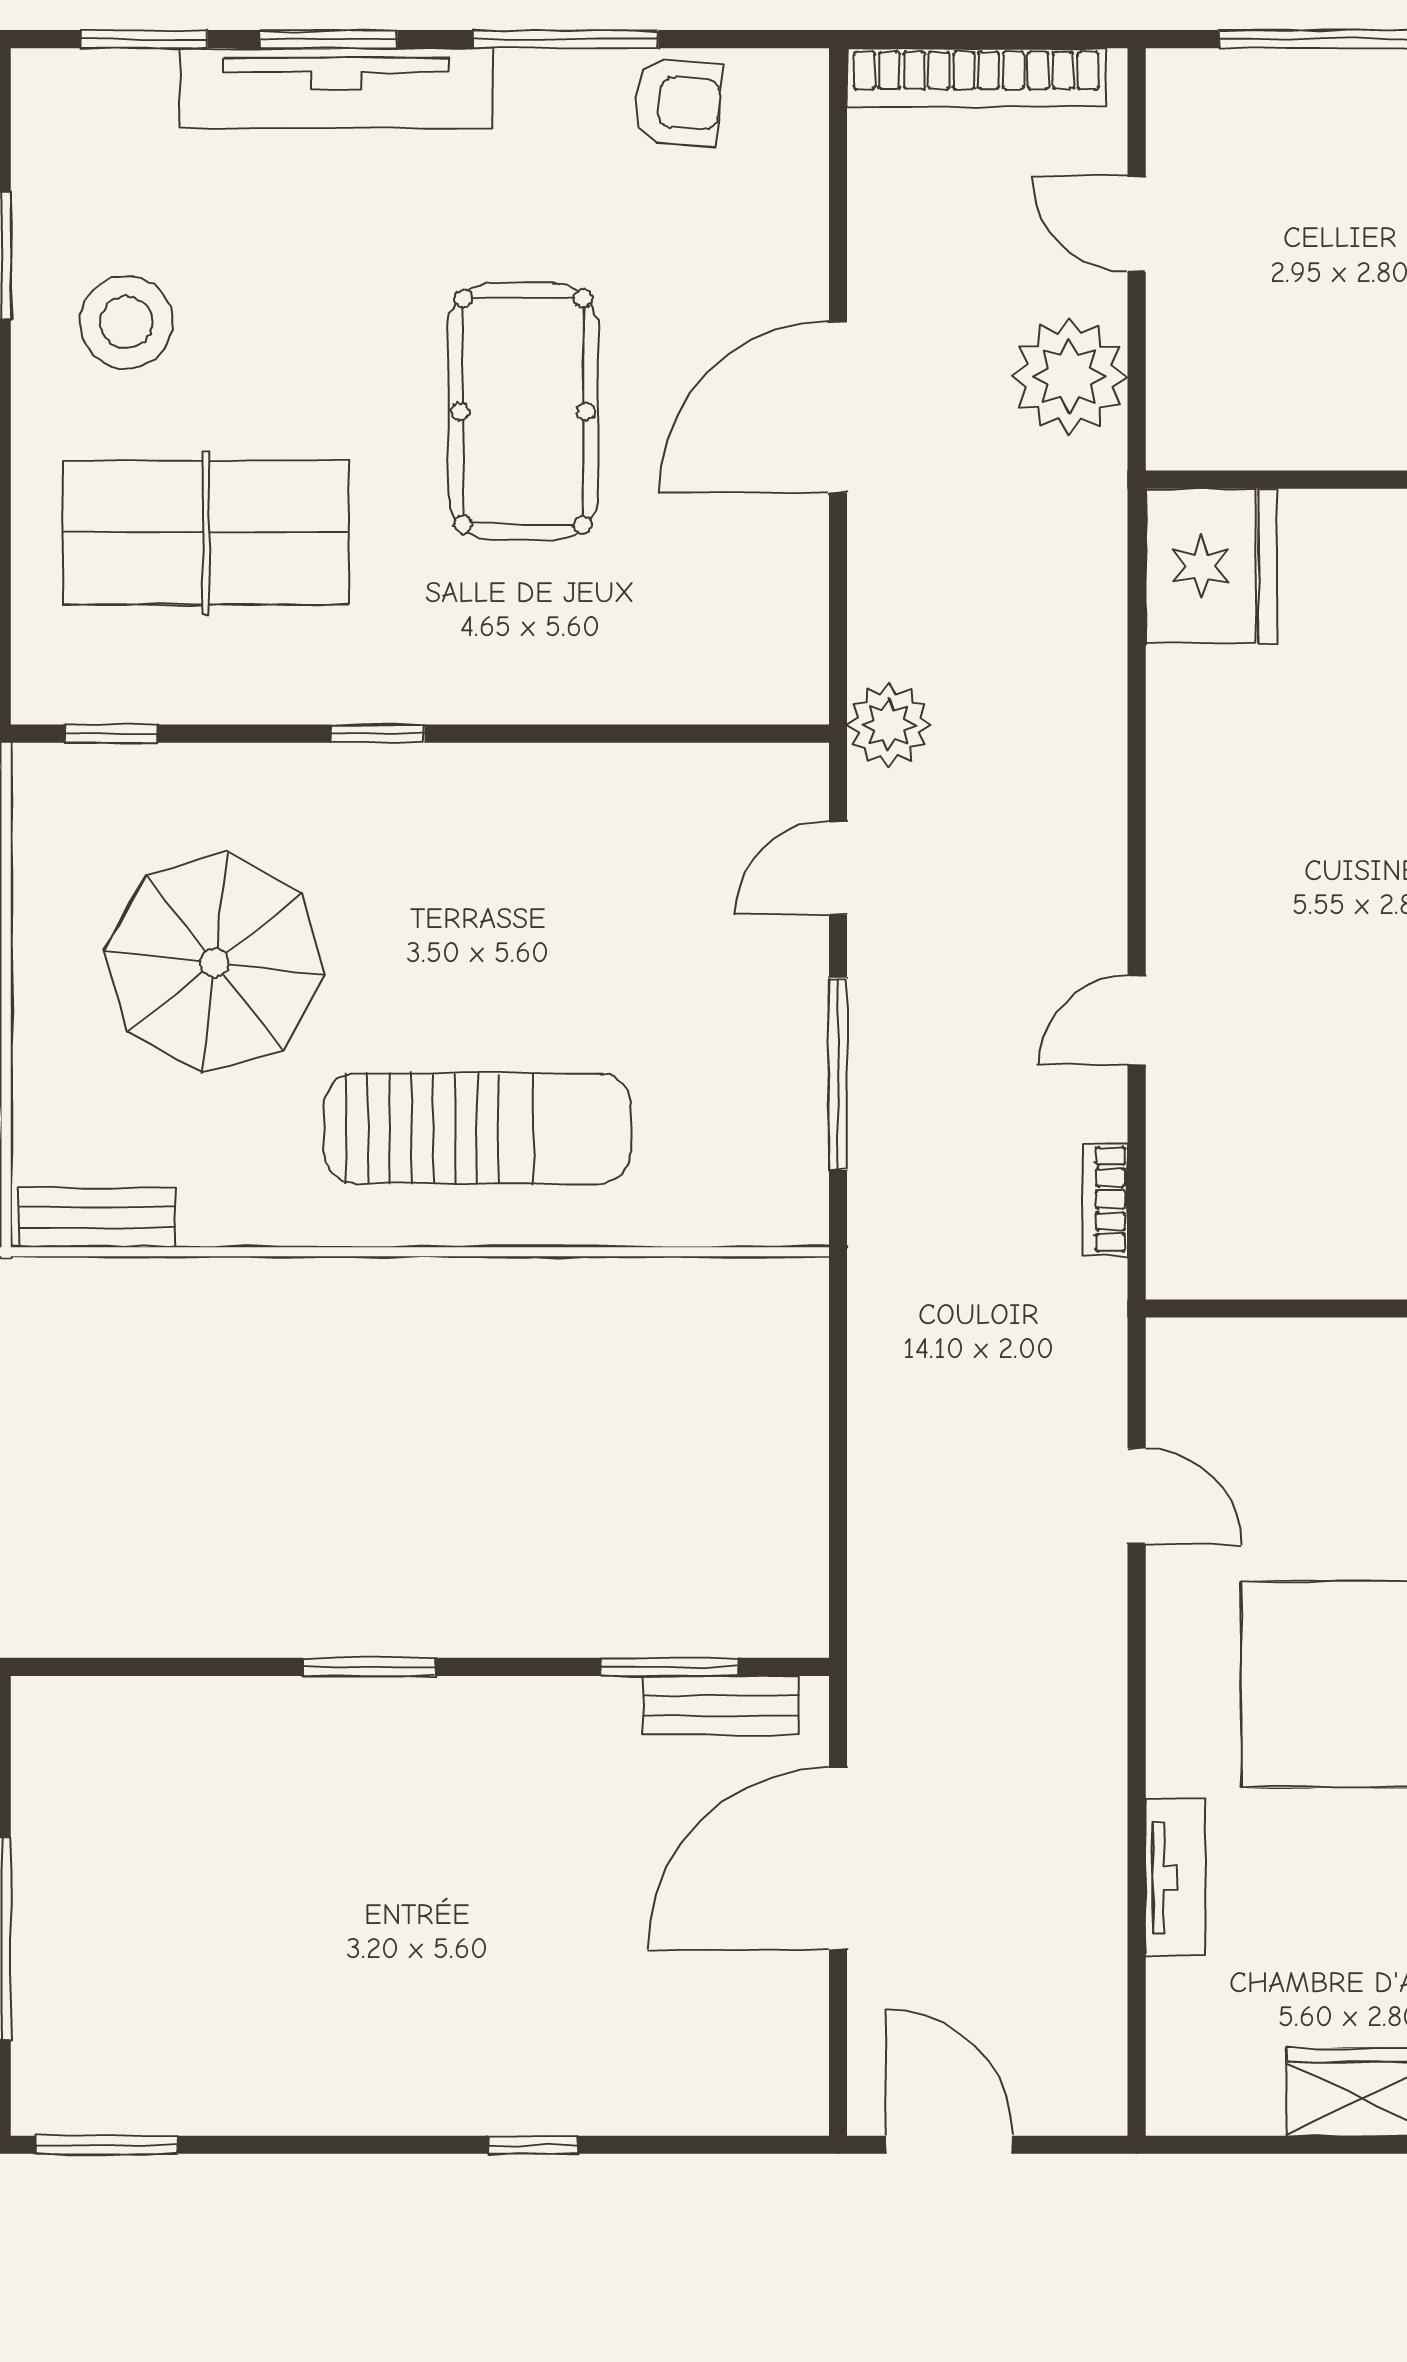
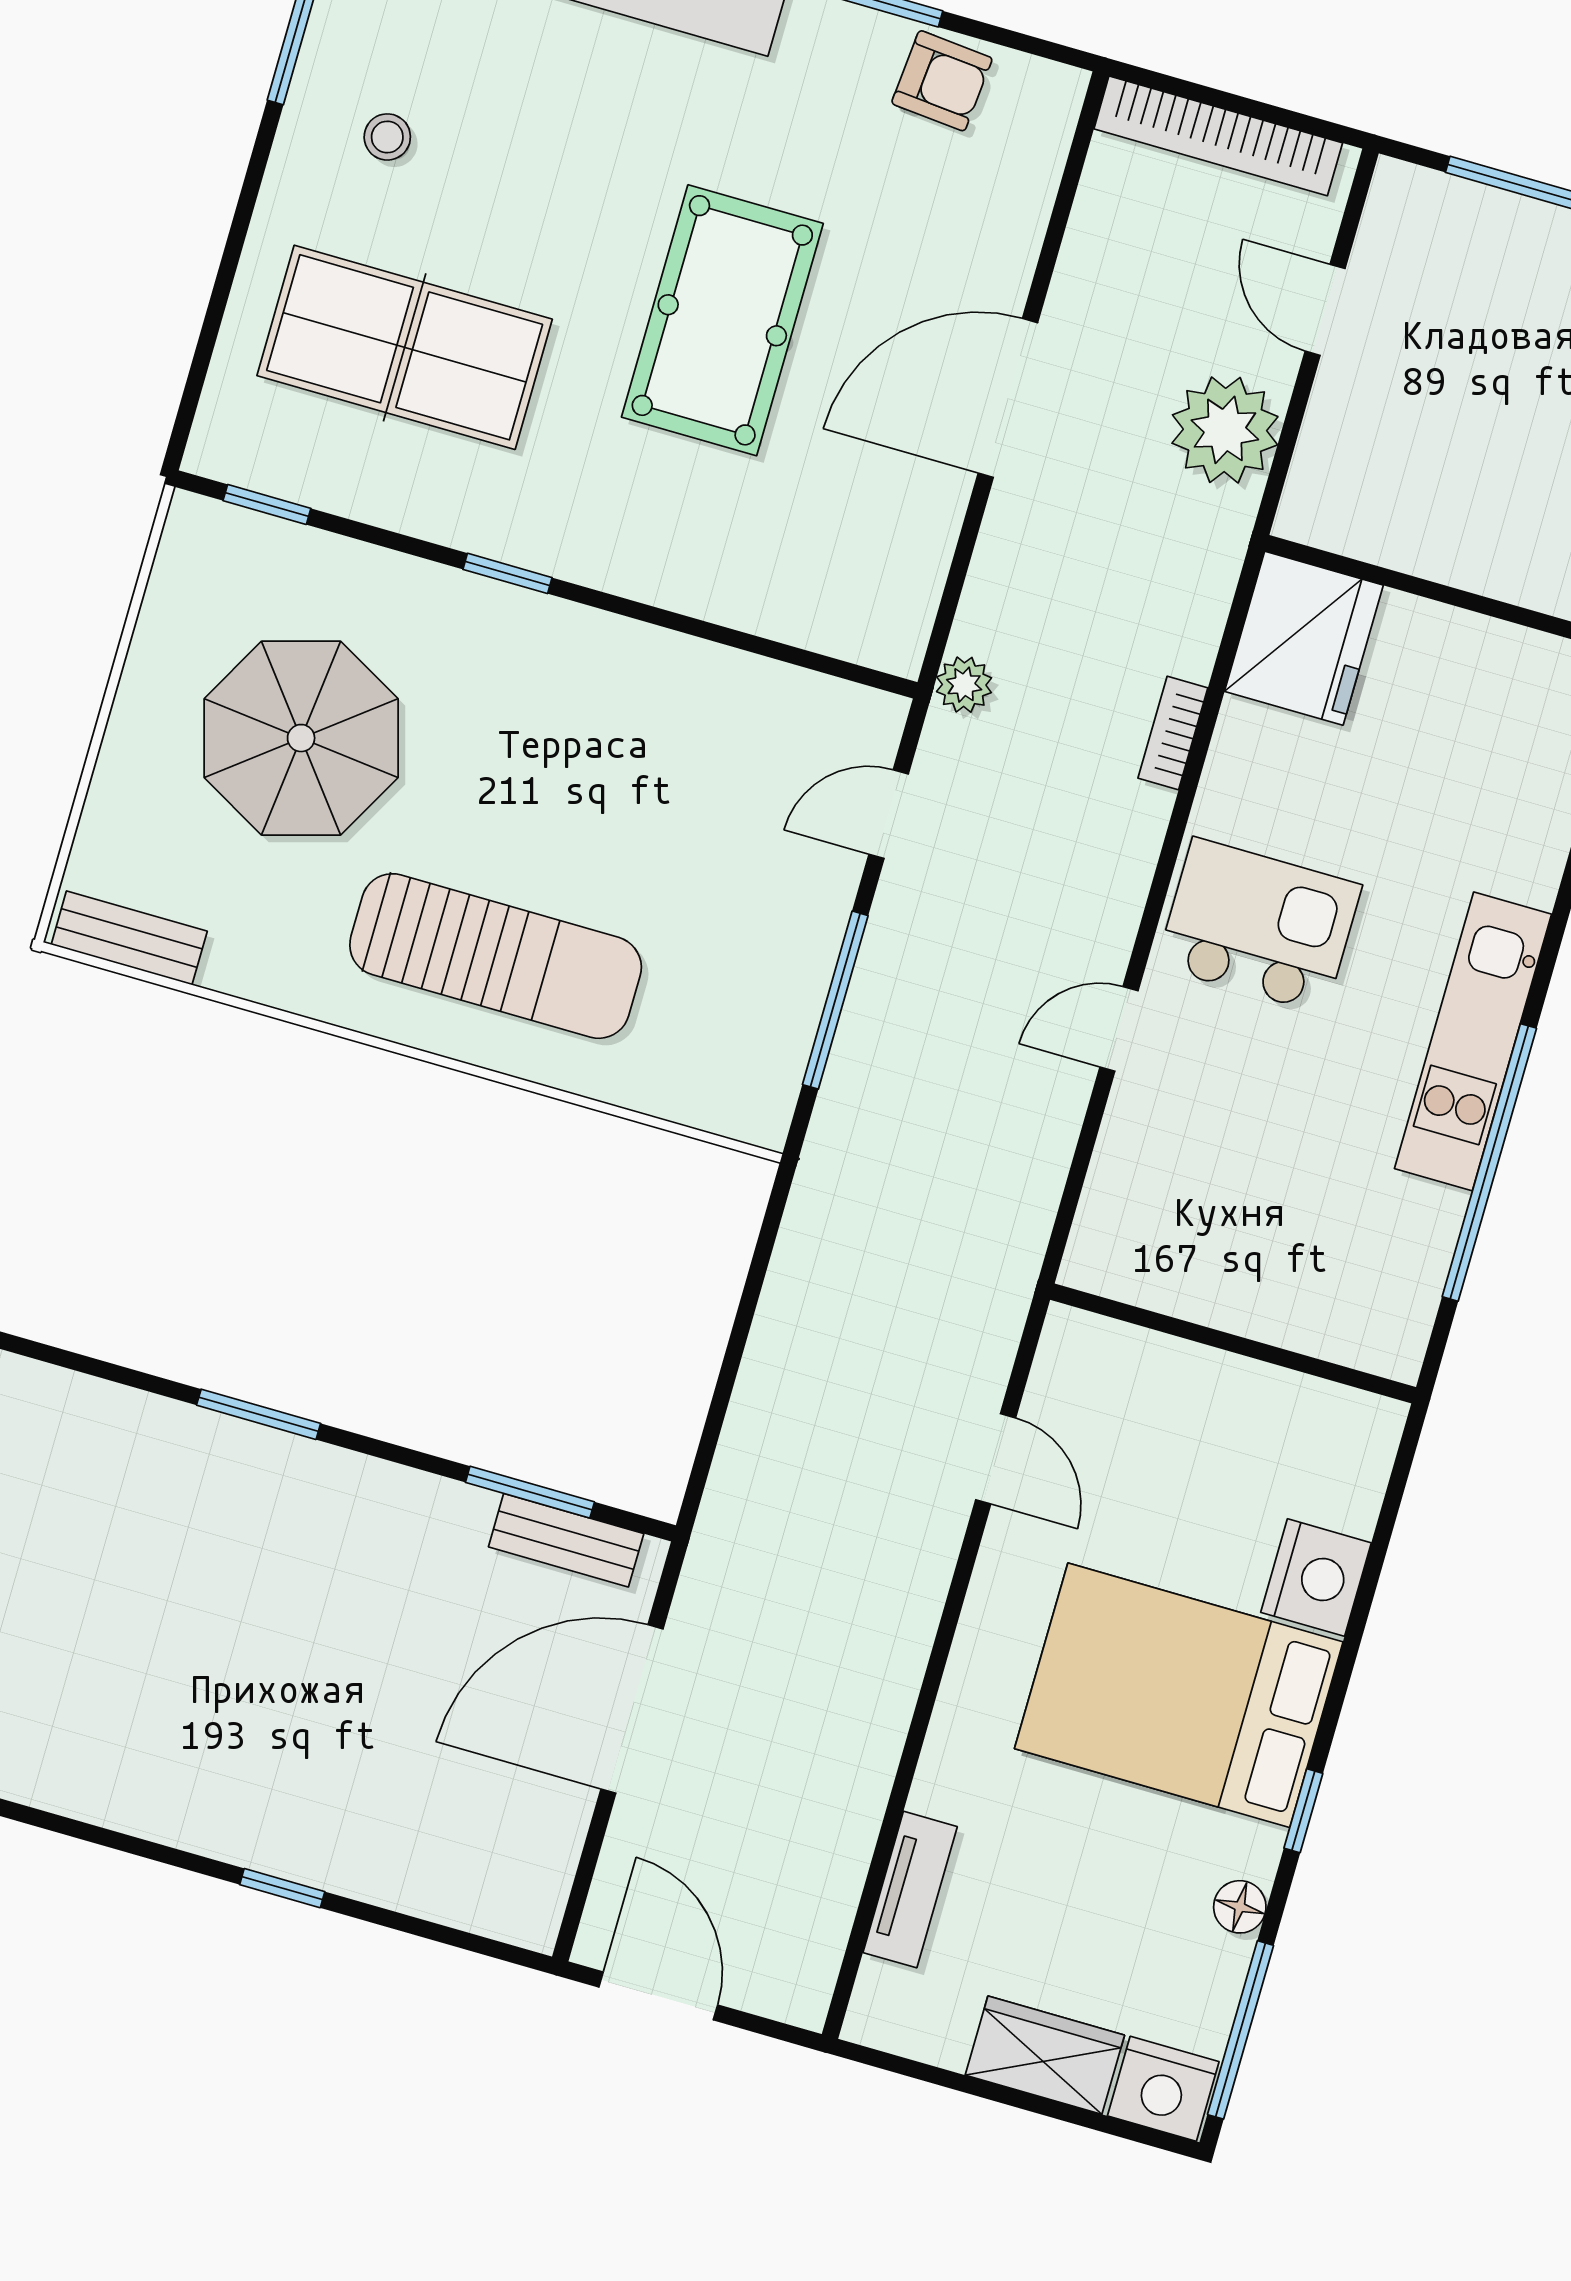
stool: (126, 322) -> (387, 137), width x0.53, depth x0.53
plant: (889, 725) -> (964, 685), width x0.73, depth x0.73
kitchen island: (1250, 873) -> (1259, 926), added
bookcase: (1105, 1199) -> (1173, 733), moved
tv unit: (1175, 1877) -> (910, 1890), moved

